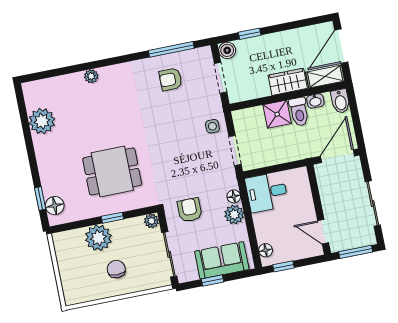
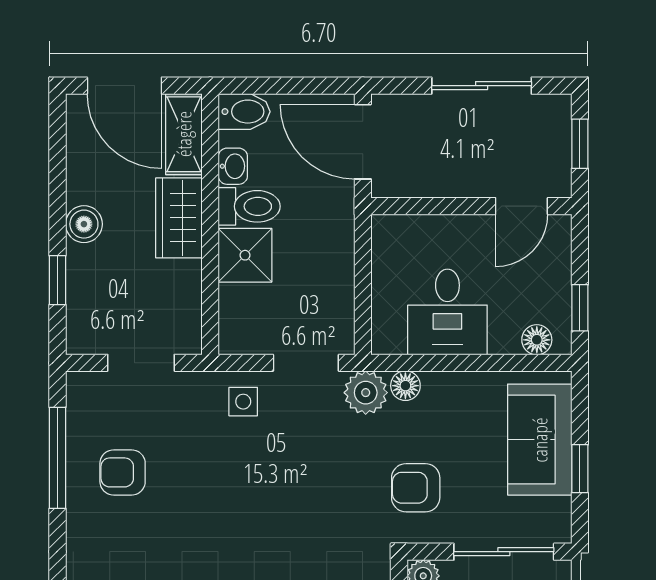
boiler: (227, 50) -> (84, 224), moved
armchair: (171, 79) -> (123, 472), turned 90
desk: (267, 192) -> (447, 312), moved
plant: (234, 215) -> (366, 393), moved
window: (356, 252) -> (580, 144), width x0.67

